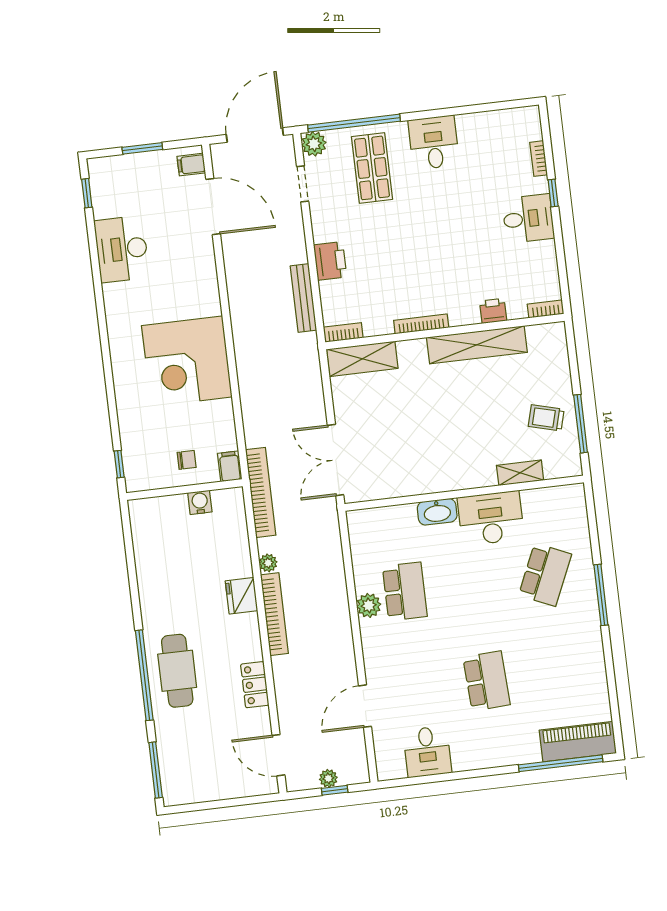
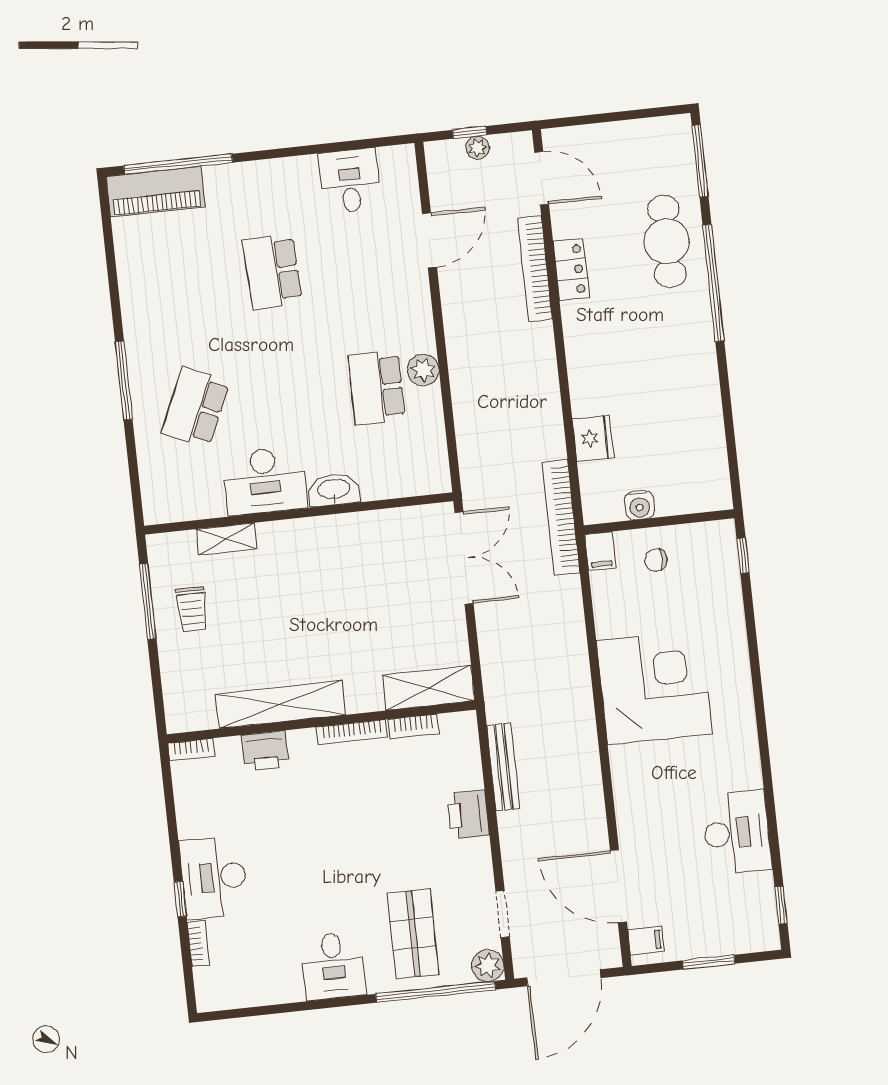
desk: (528, 219) -> (214, 877), width x1.37
printer: (493, 311) -> (265, 751), width x1.36, depth x1.24
bookcase: (343, 332) -> (413, 726), moved
trolley: (546, 418) -> (192, 609), turned 75
plant: (268, 563) -> (552, 426), removed
fridge: (241, 596) -> (593, 438), moved
bookcase: (274, 614) -> (535, 268), moved
cafe table: (177, 671) -> (667, 241), moved

